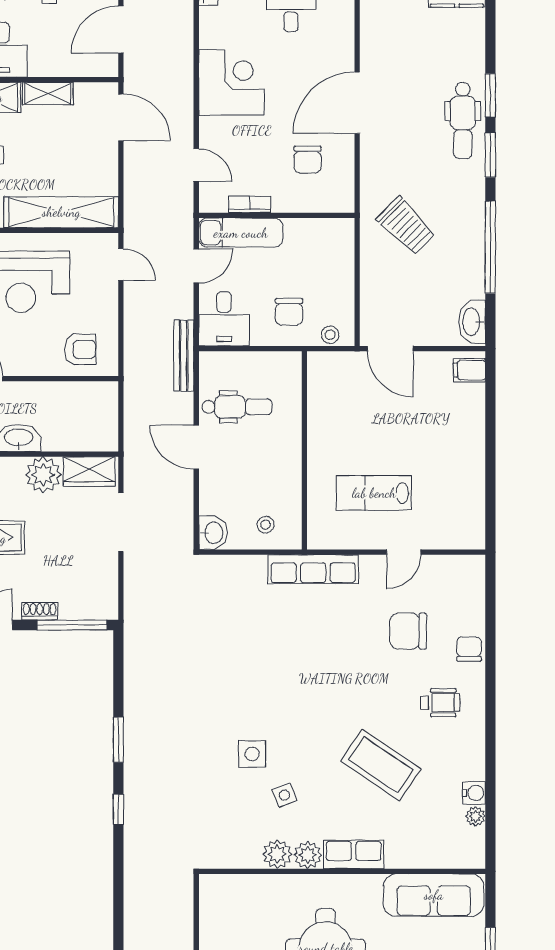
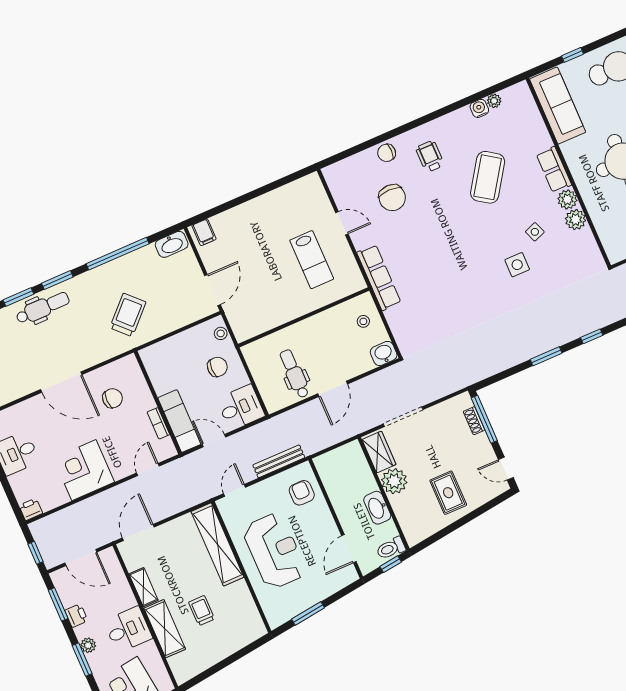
bench: (184, 356) -> (279, 461), moved
shoe rack: (40, 611) -> (474, 421), moved

